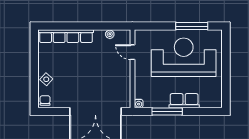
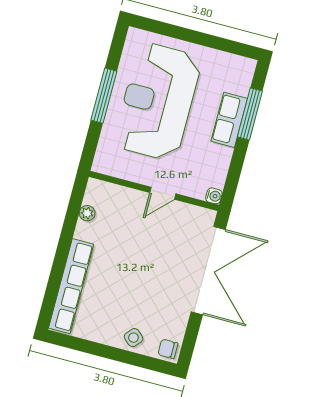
window: (192, 26) -> (104, 96), moved
door: (132, 52) -> (163, 193), moved
window: (167, 111) -> (250, 114), moved

